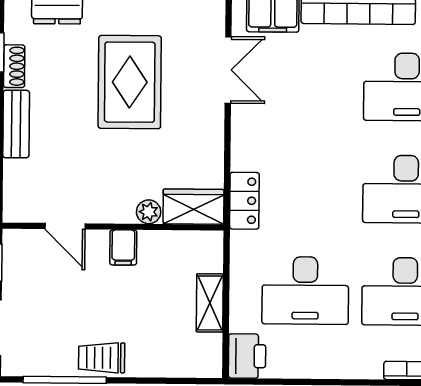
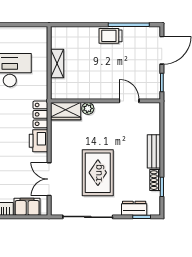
filing cabinet: (123, 247) -> (100, 91), removed
printer: (247, 356) -> (38, 141), moved
trolley: (102, 358) -> (110, 36), turned 180

